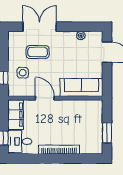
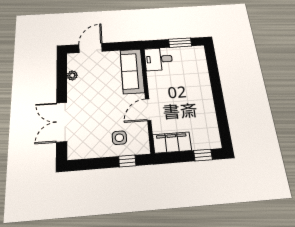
coffee table: (38, 52) -> (93, 122), removed
desk: (20, 141) -> (159, 59), moved, turned 90
bookcase: (59, 150) -> (206, 90), removed

